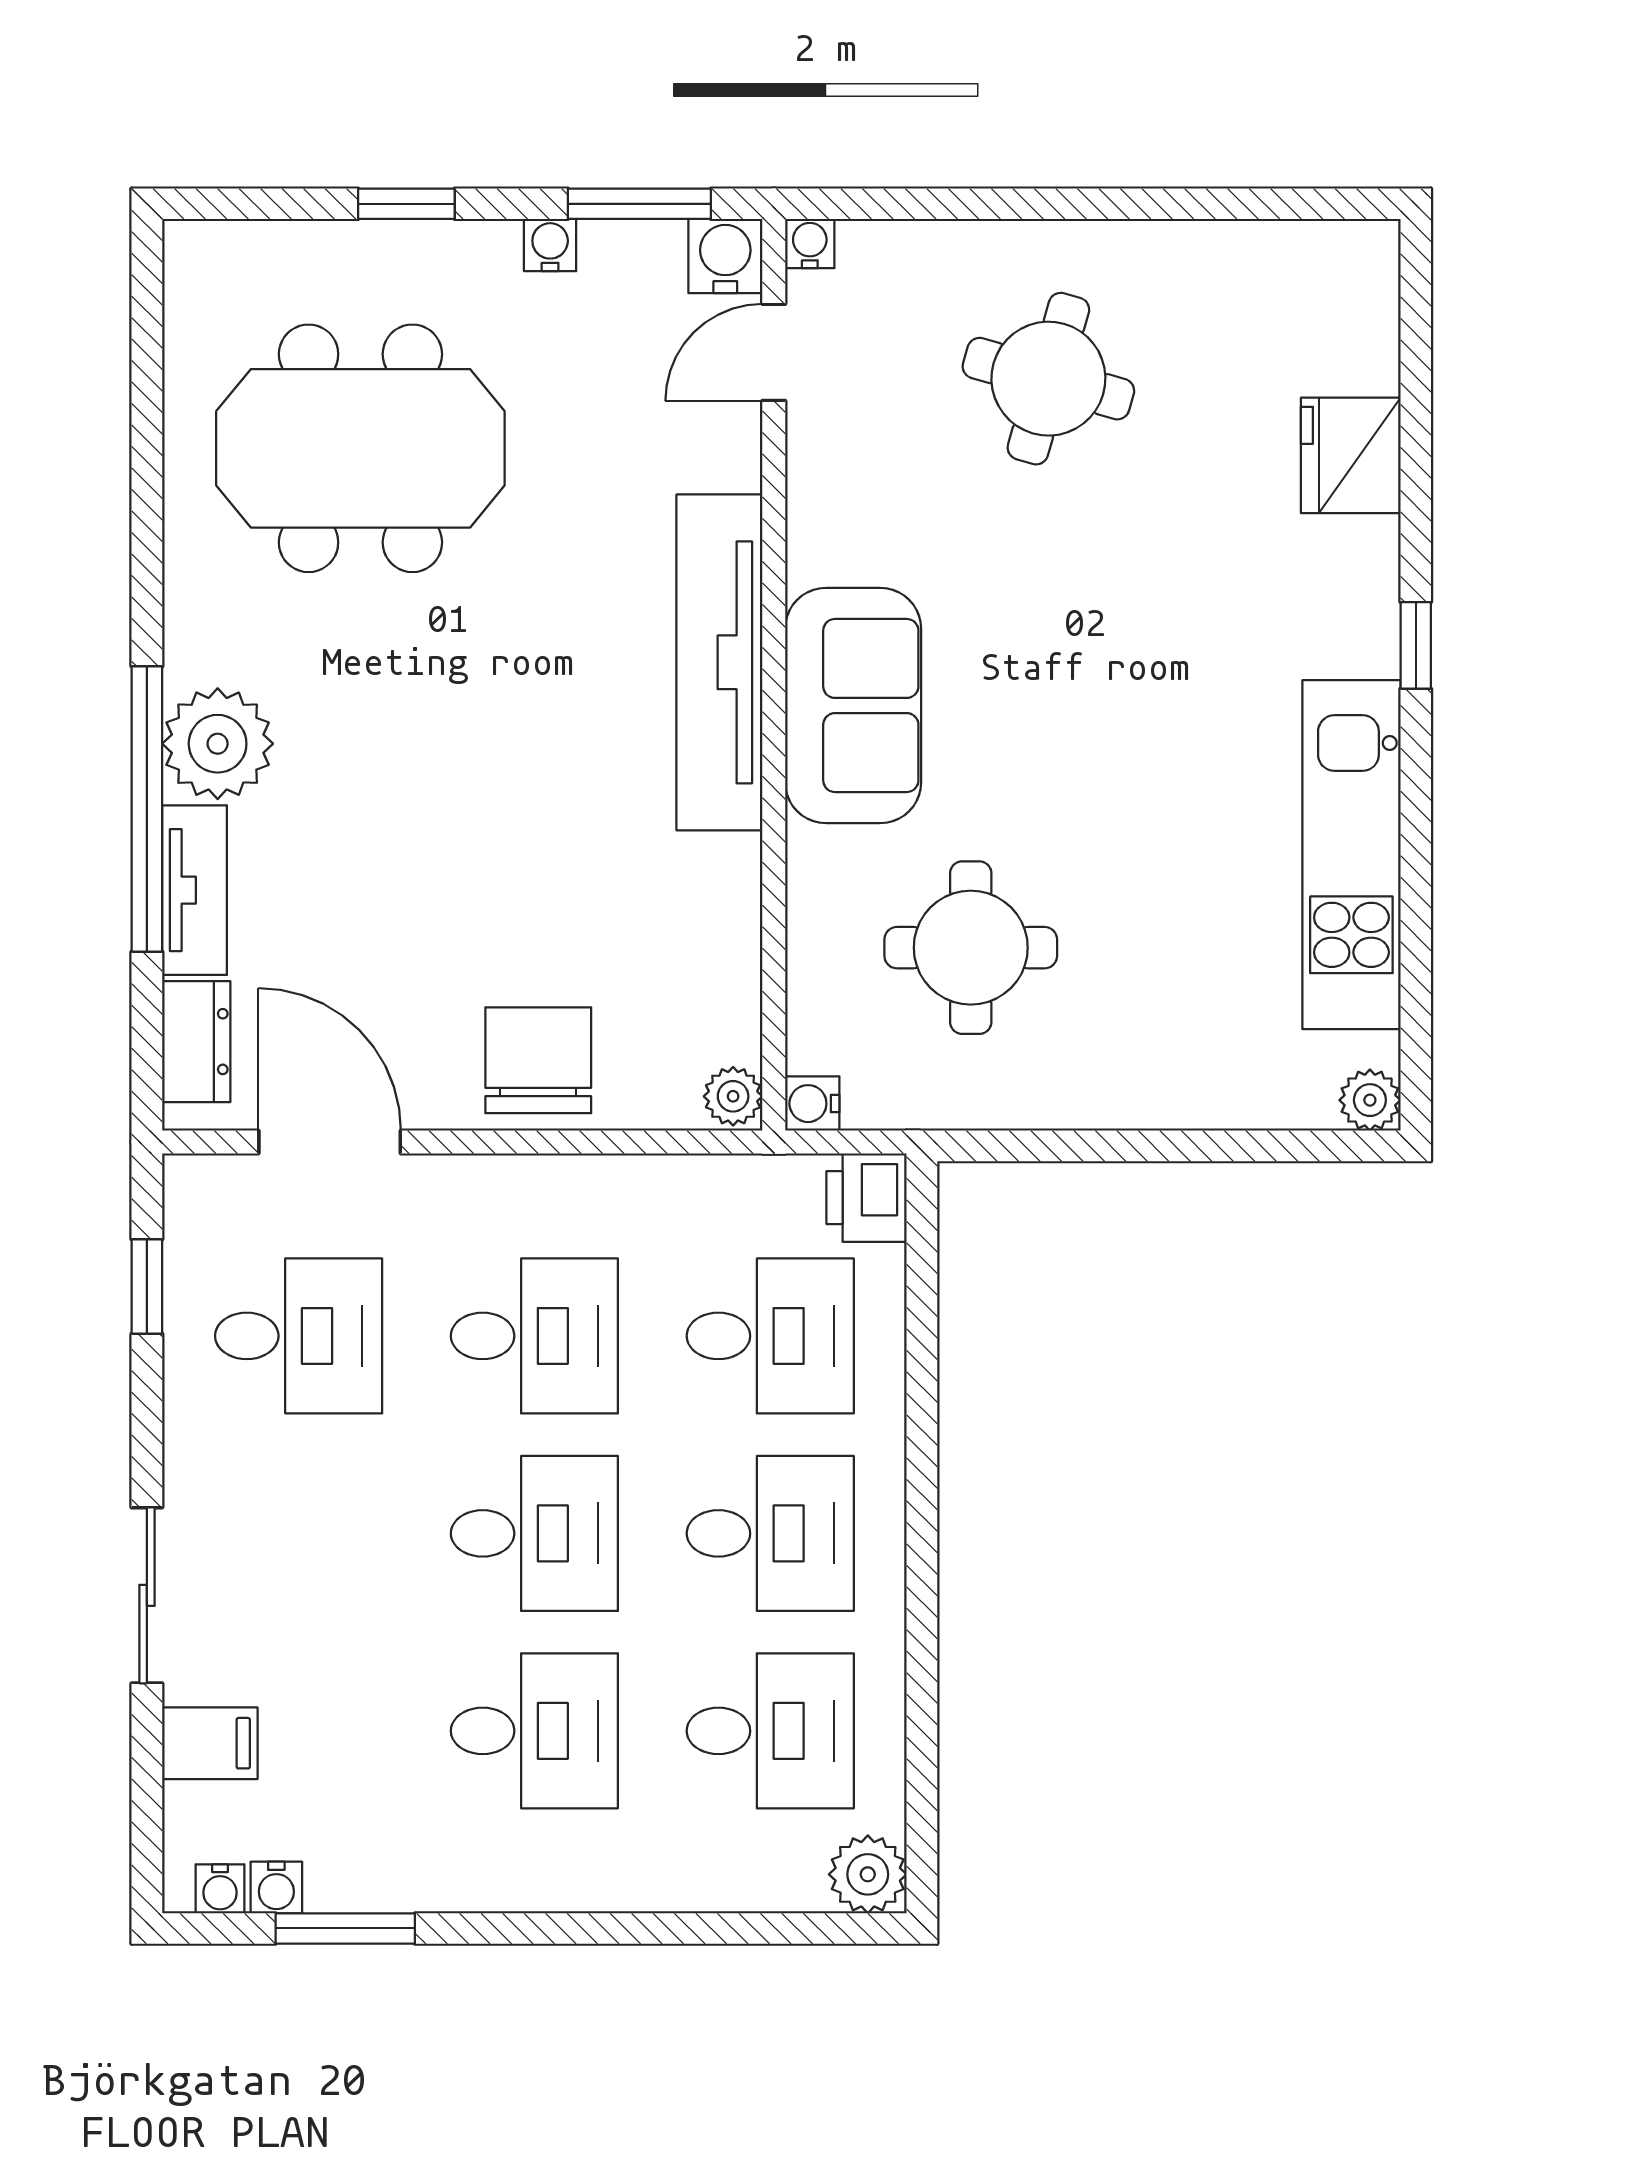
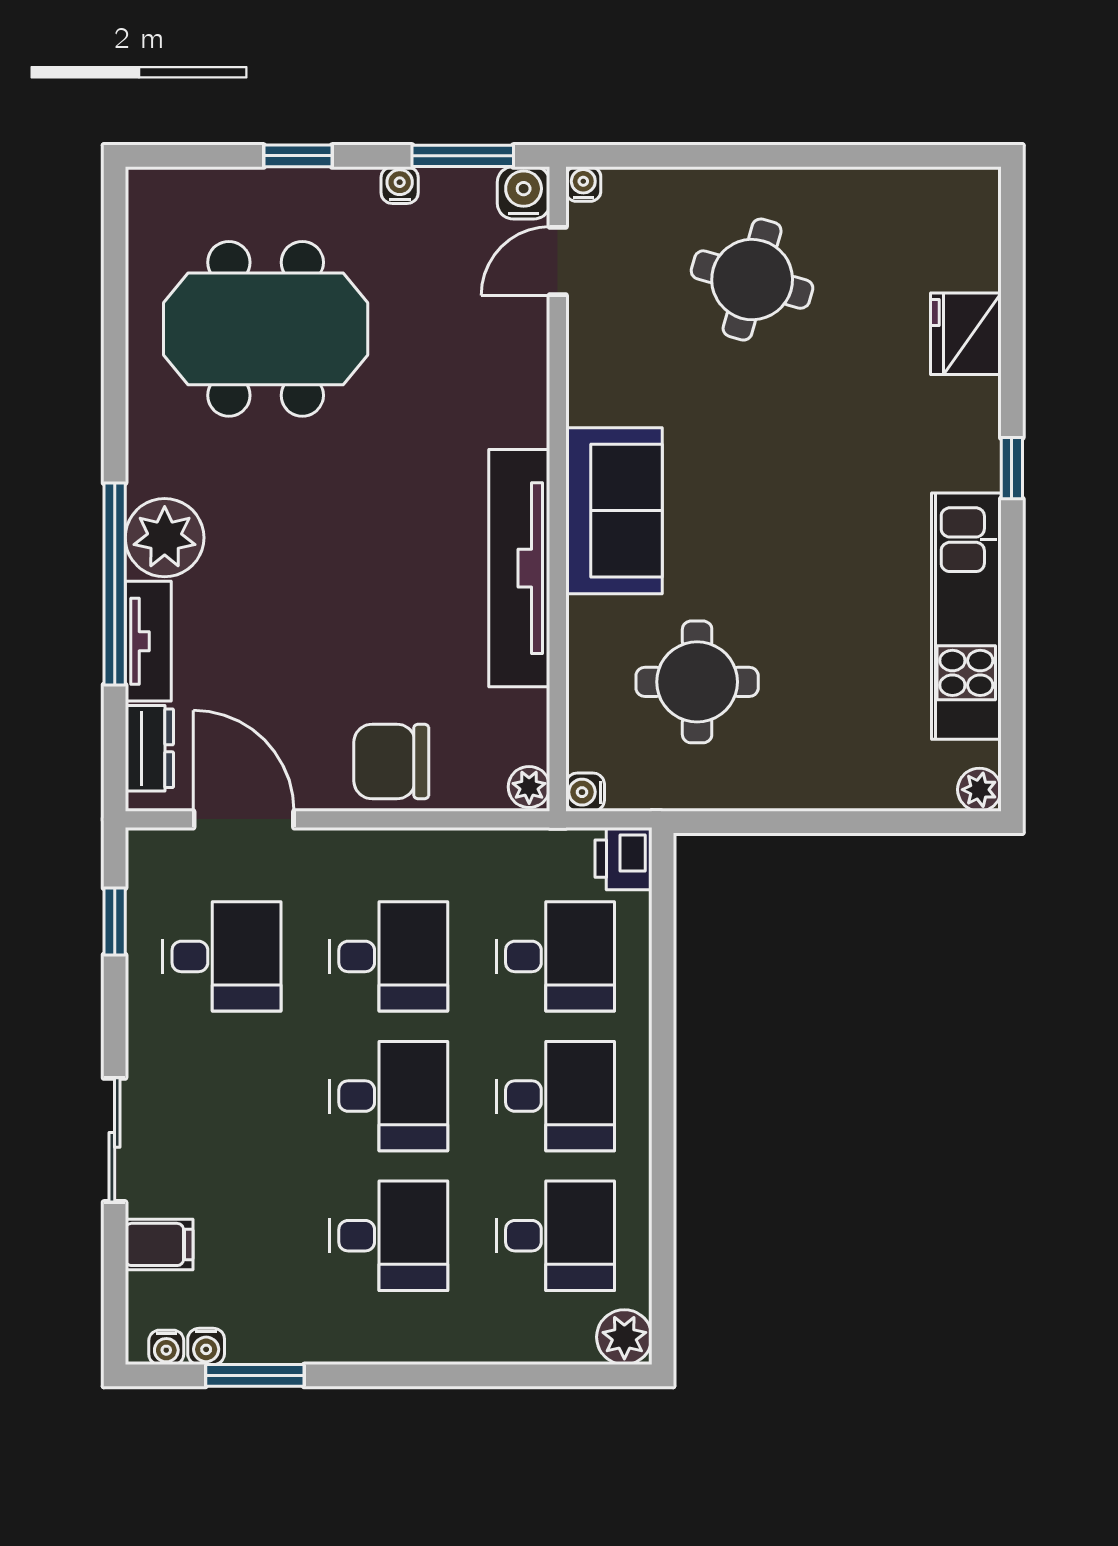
tv unit: (719, 662) -> (519, 568), moved
chair: (538, 1060) -> (391, 762), turned -90

